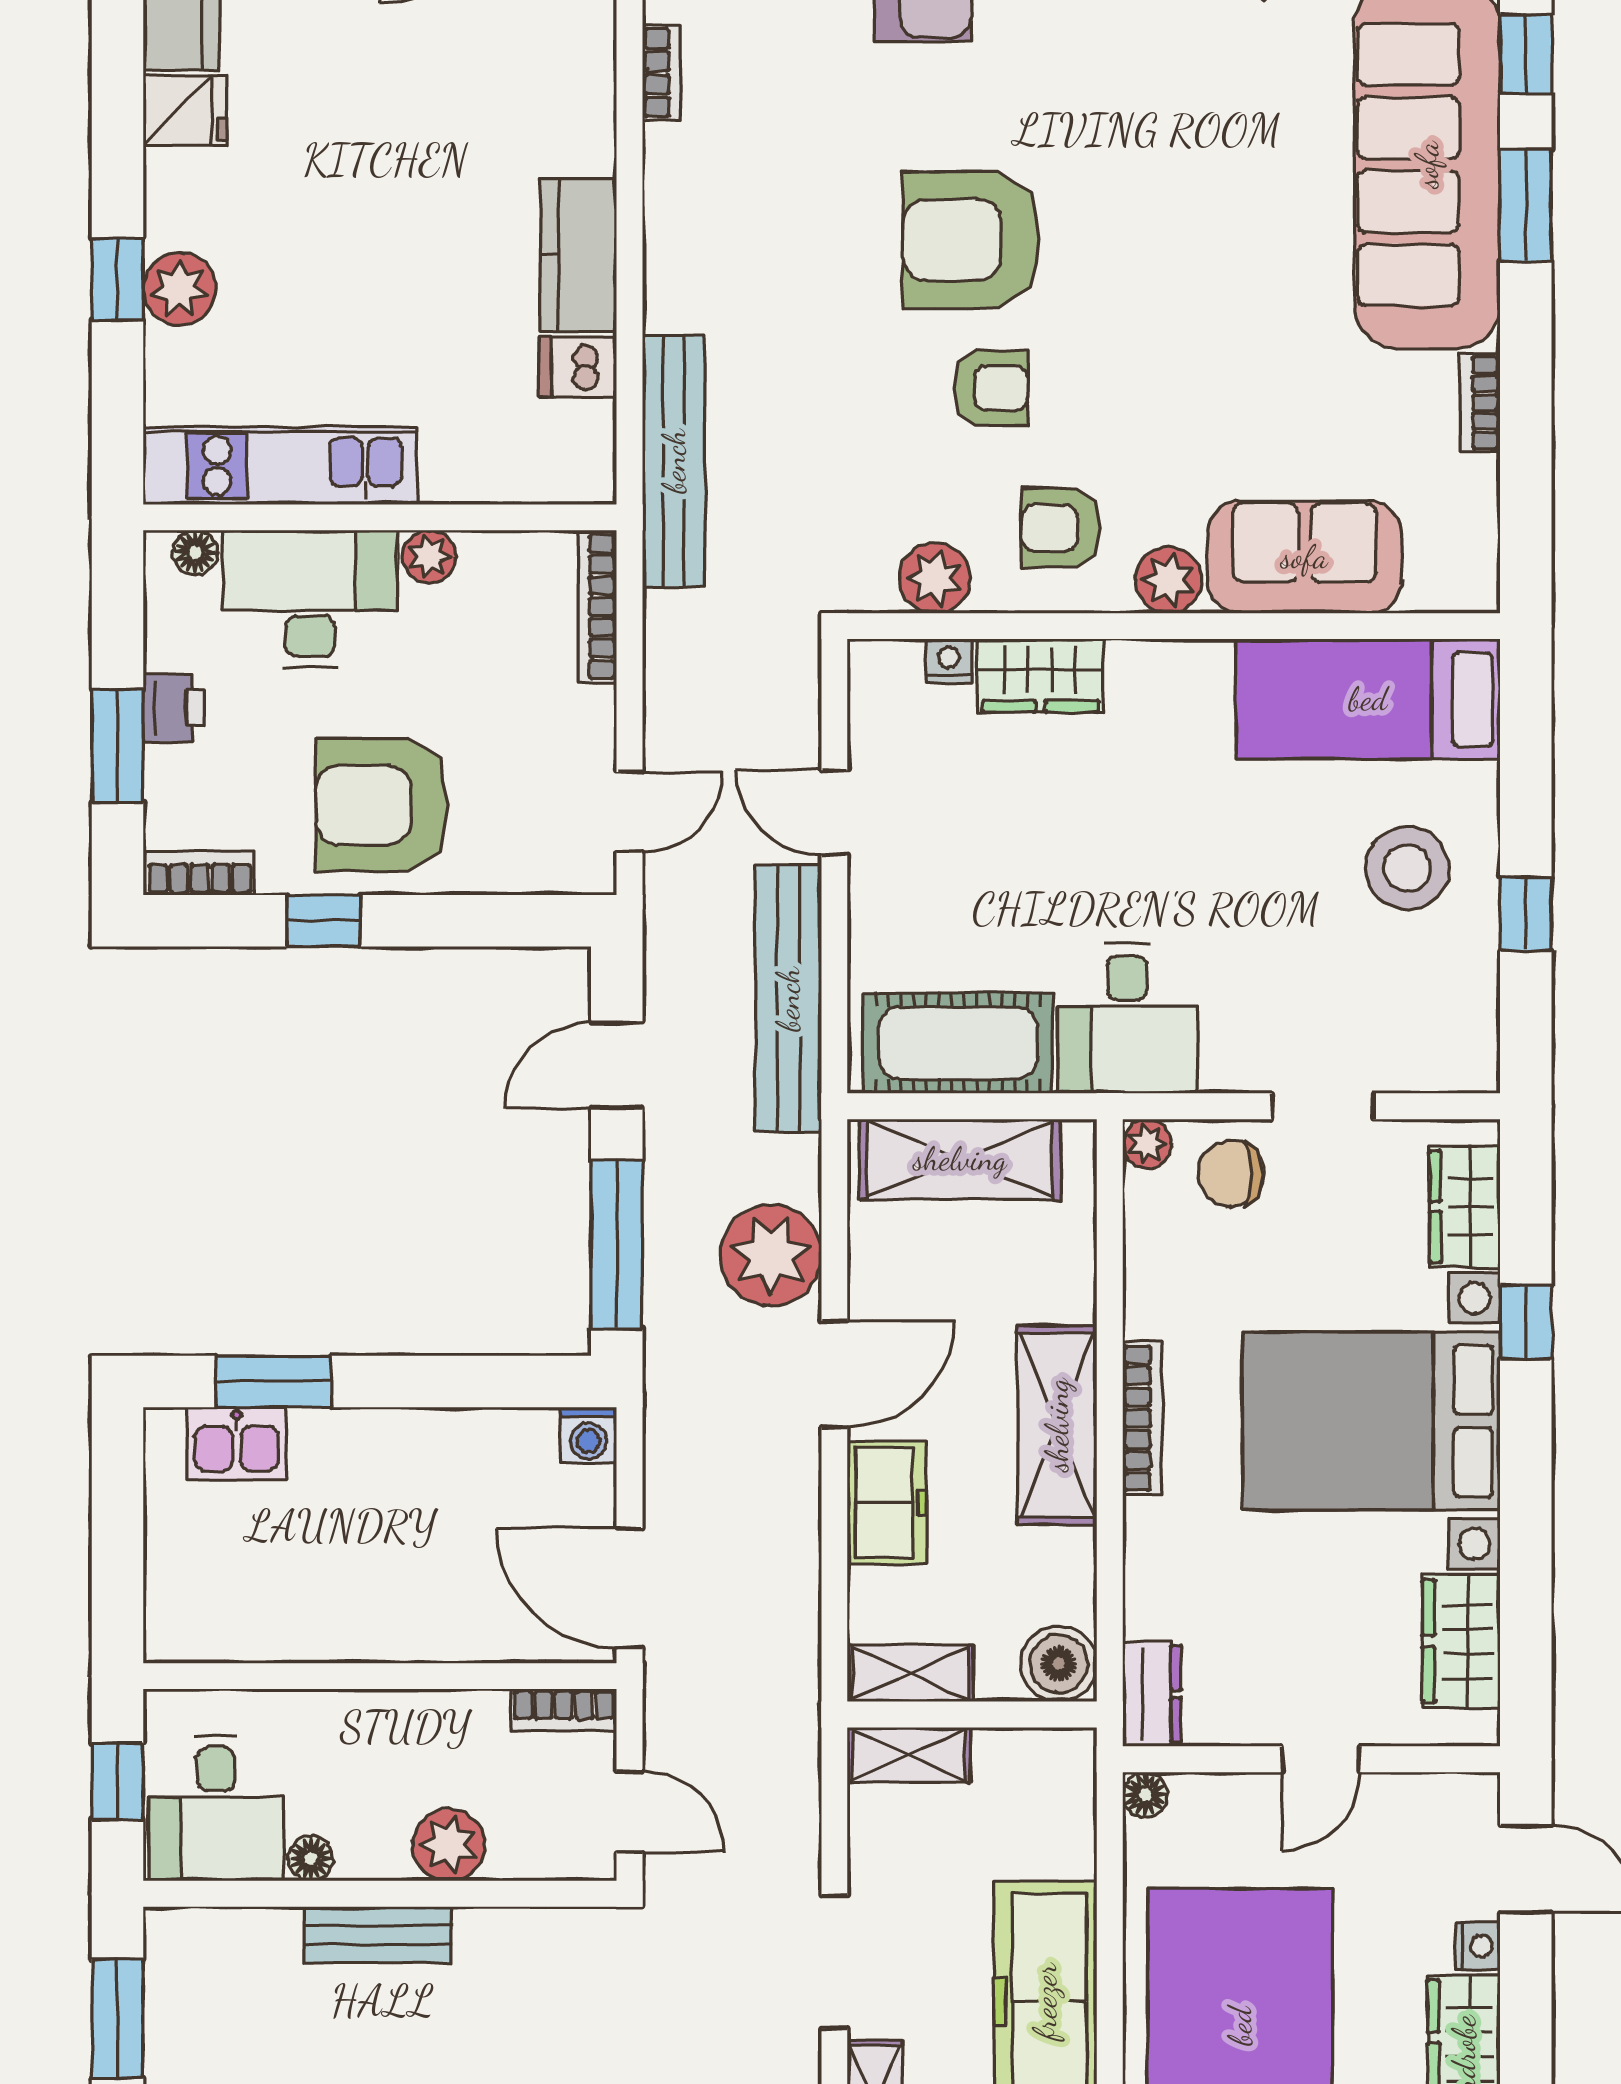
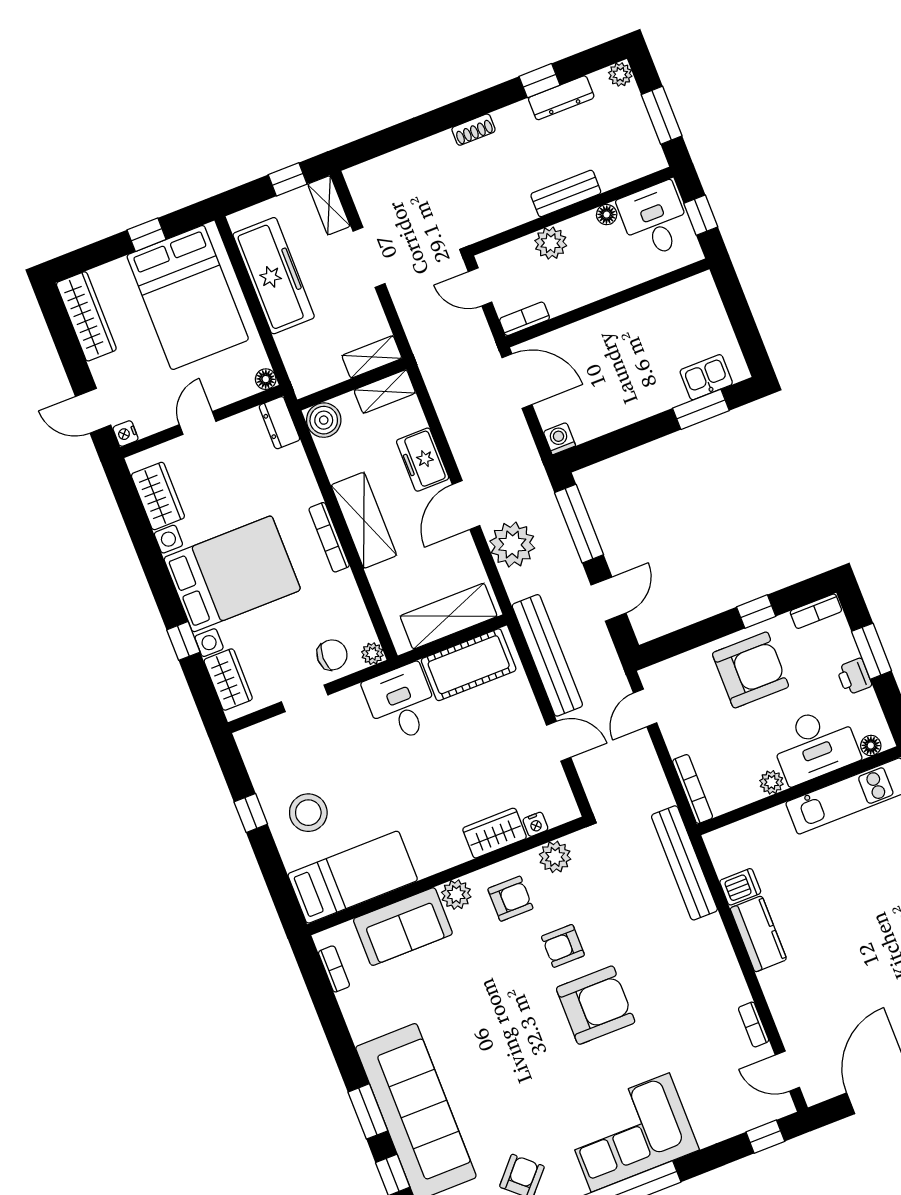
bookcase: (1481, 403) -> (334, 969), moved
nightstand: (1478, 1946) -> (125, 434), moved

